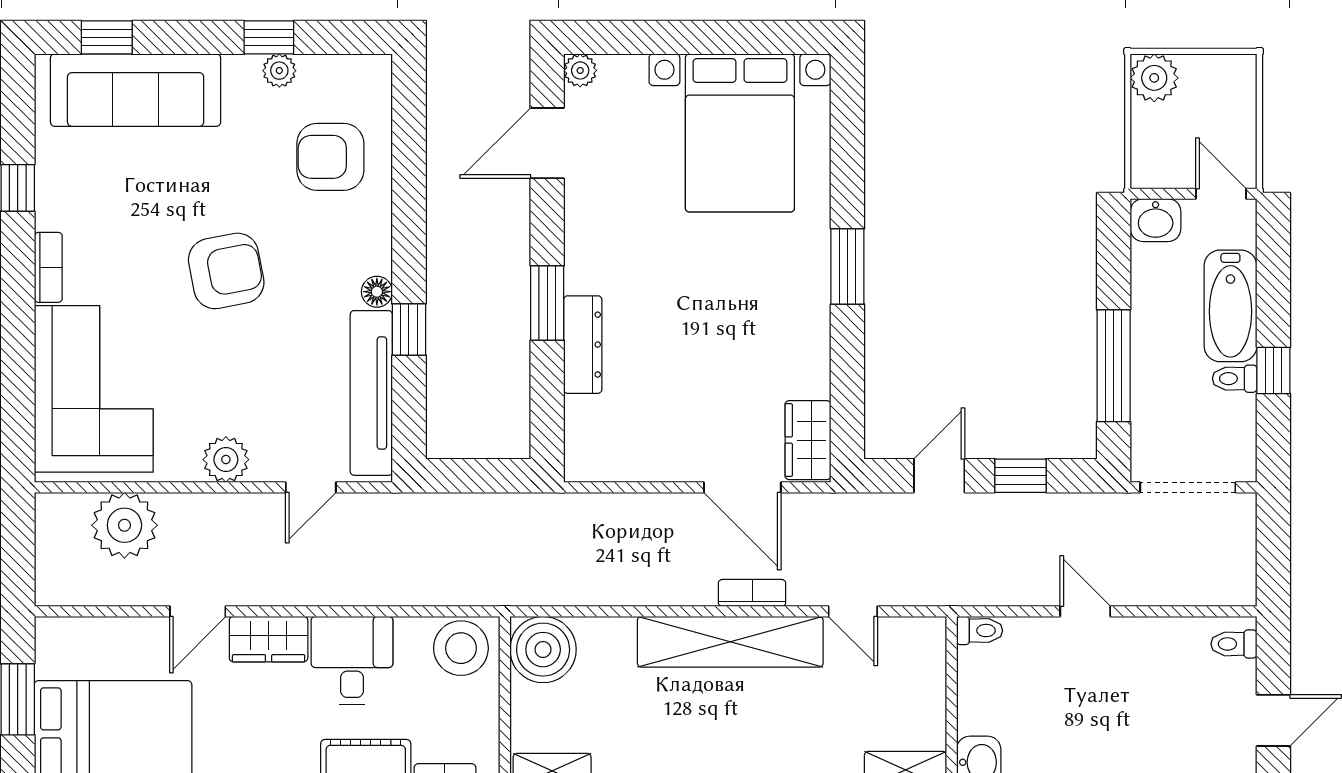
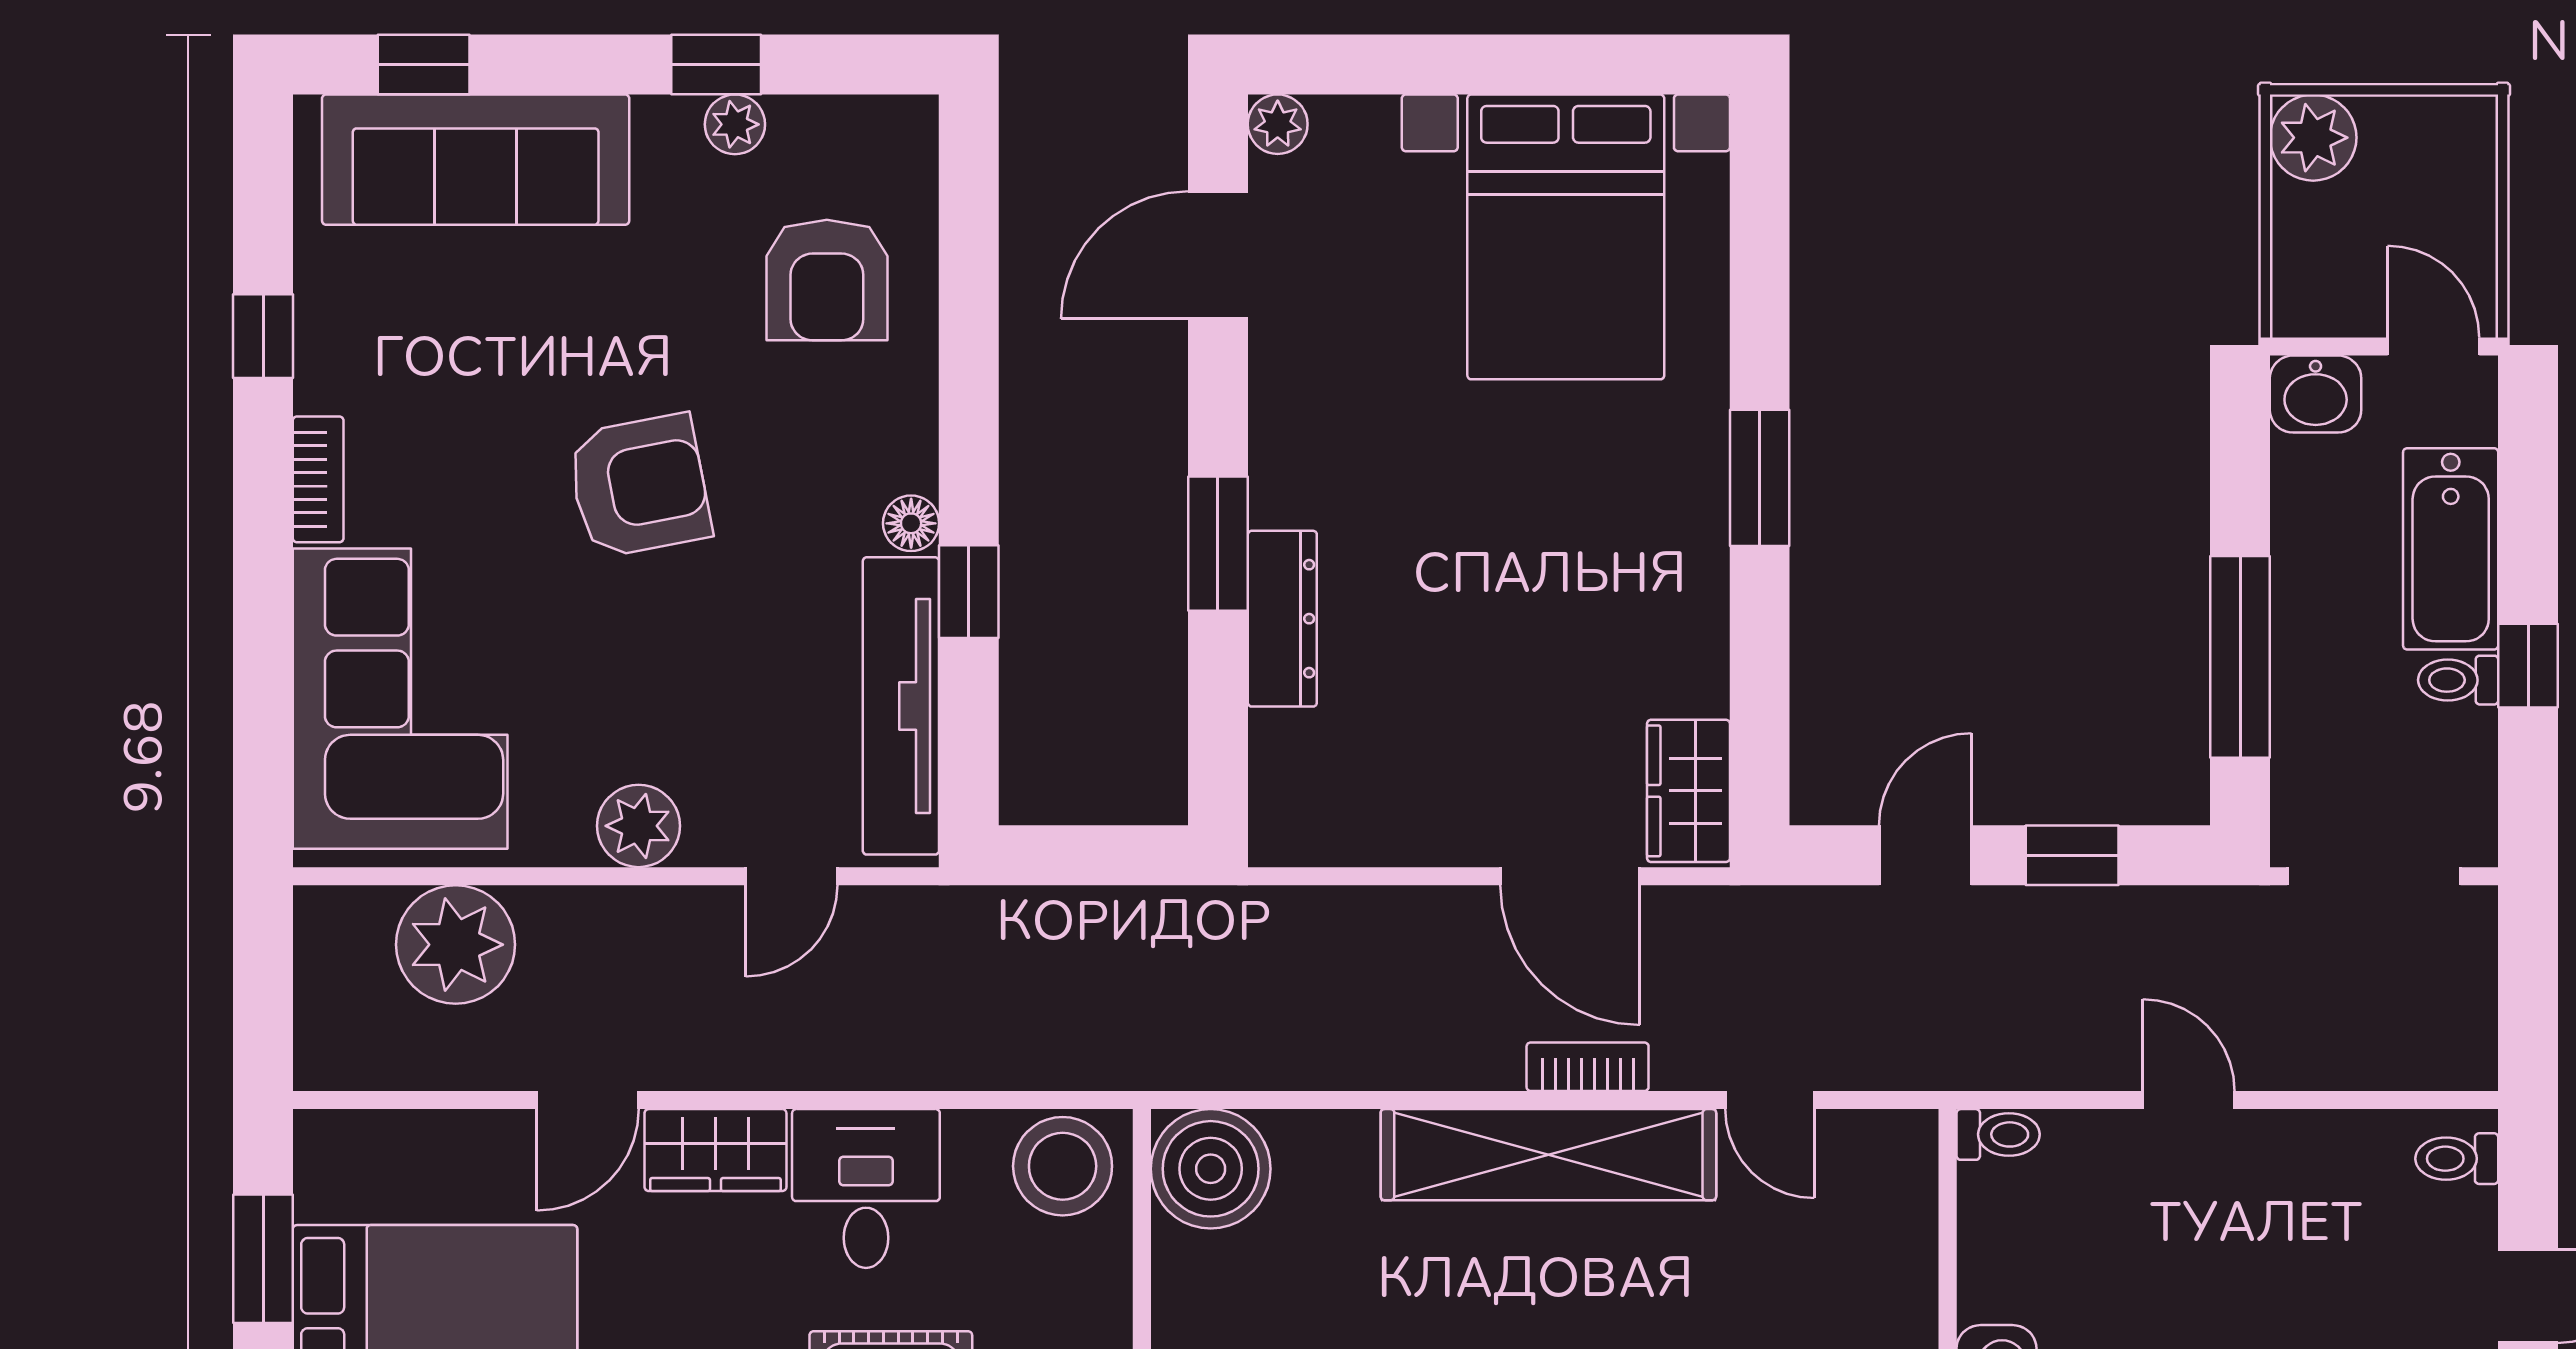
armchair: (330, 157) -> (827, 280), turned -90

